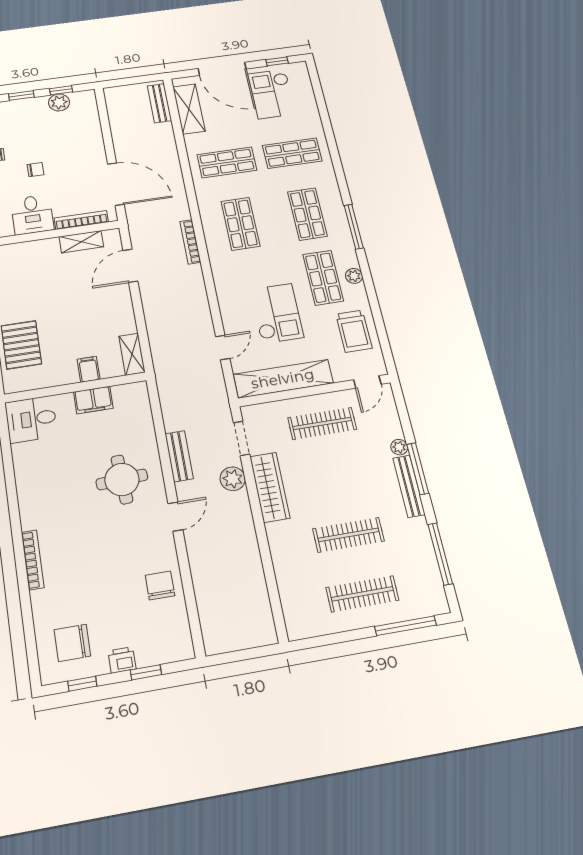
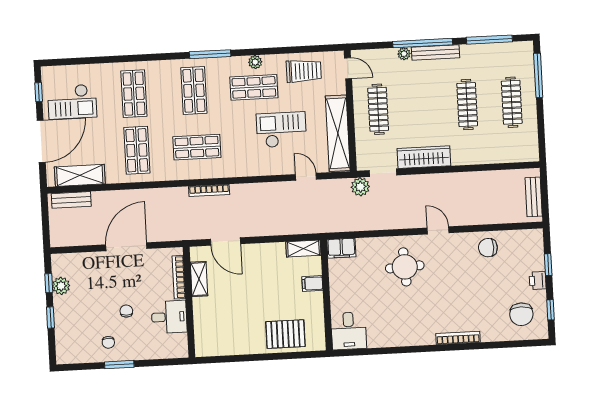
door: (116, 184) -> (126, 247), moved
shop shelf: (307, 214) -> (194, 91), turned 90
filing cabinet: (93, 400) -> (341, 248), moved, turned 90
bench: (179, 456) -> (534, 197), moved, turned 90
window: (418, 469) -> (423, 43), width x1.46
plant: (233, 479) -> (360, 187), moved

